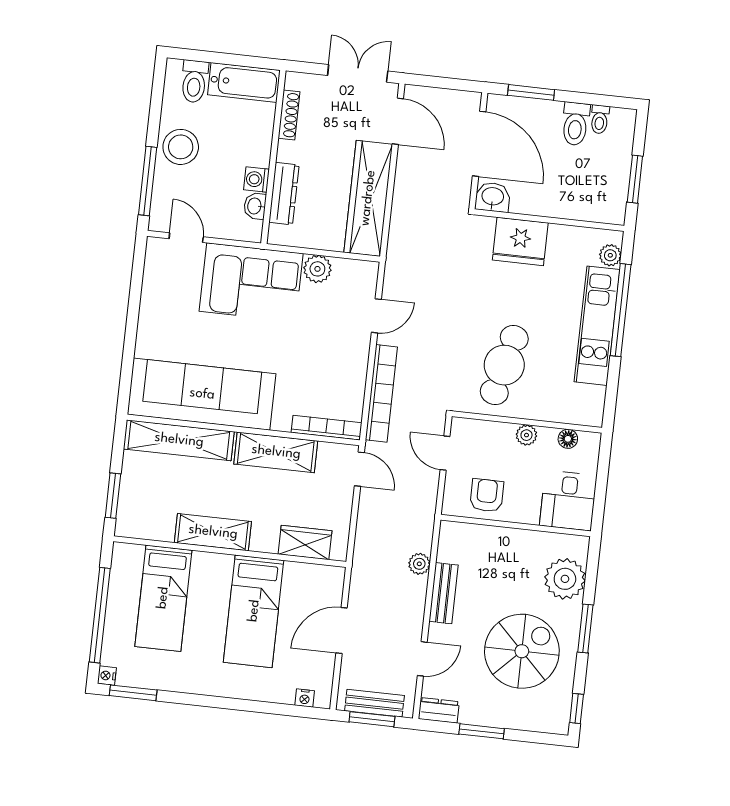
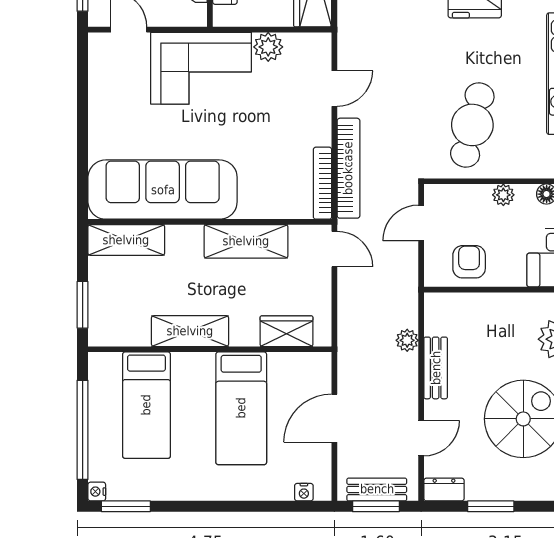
bookcase: (327, 428) -> (322, 183), moved, turned -90
shelving: (179, 440) -> (126, 240), width x0.68
door: (445, 453) -> (421, 223), hinge flipped

